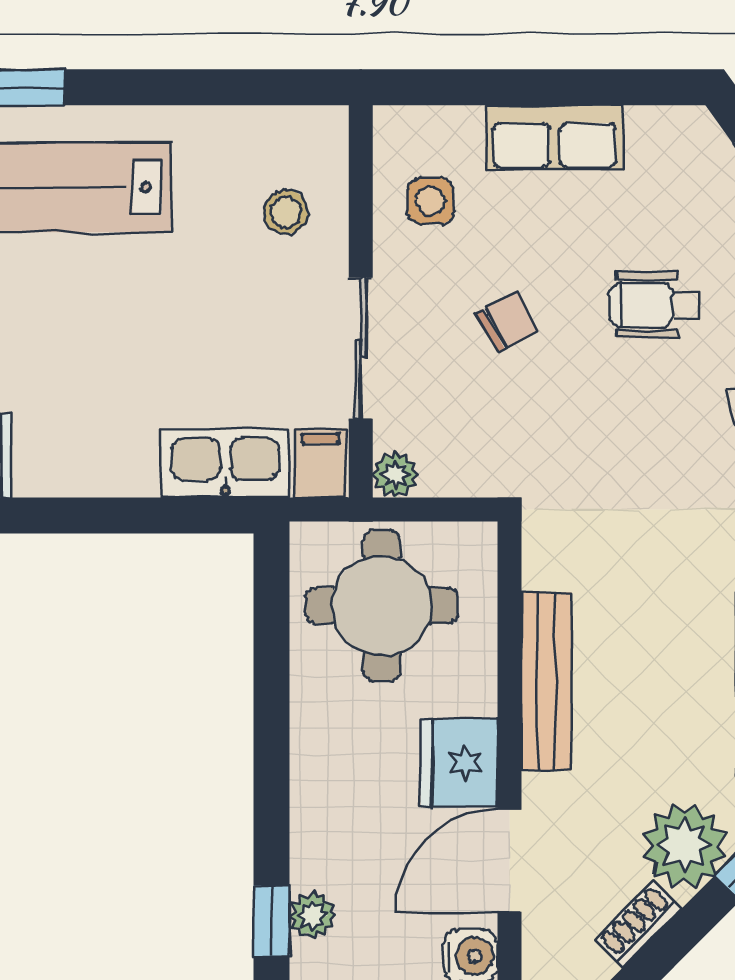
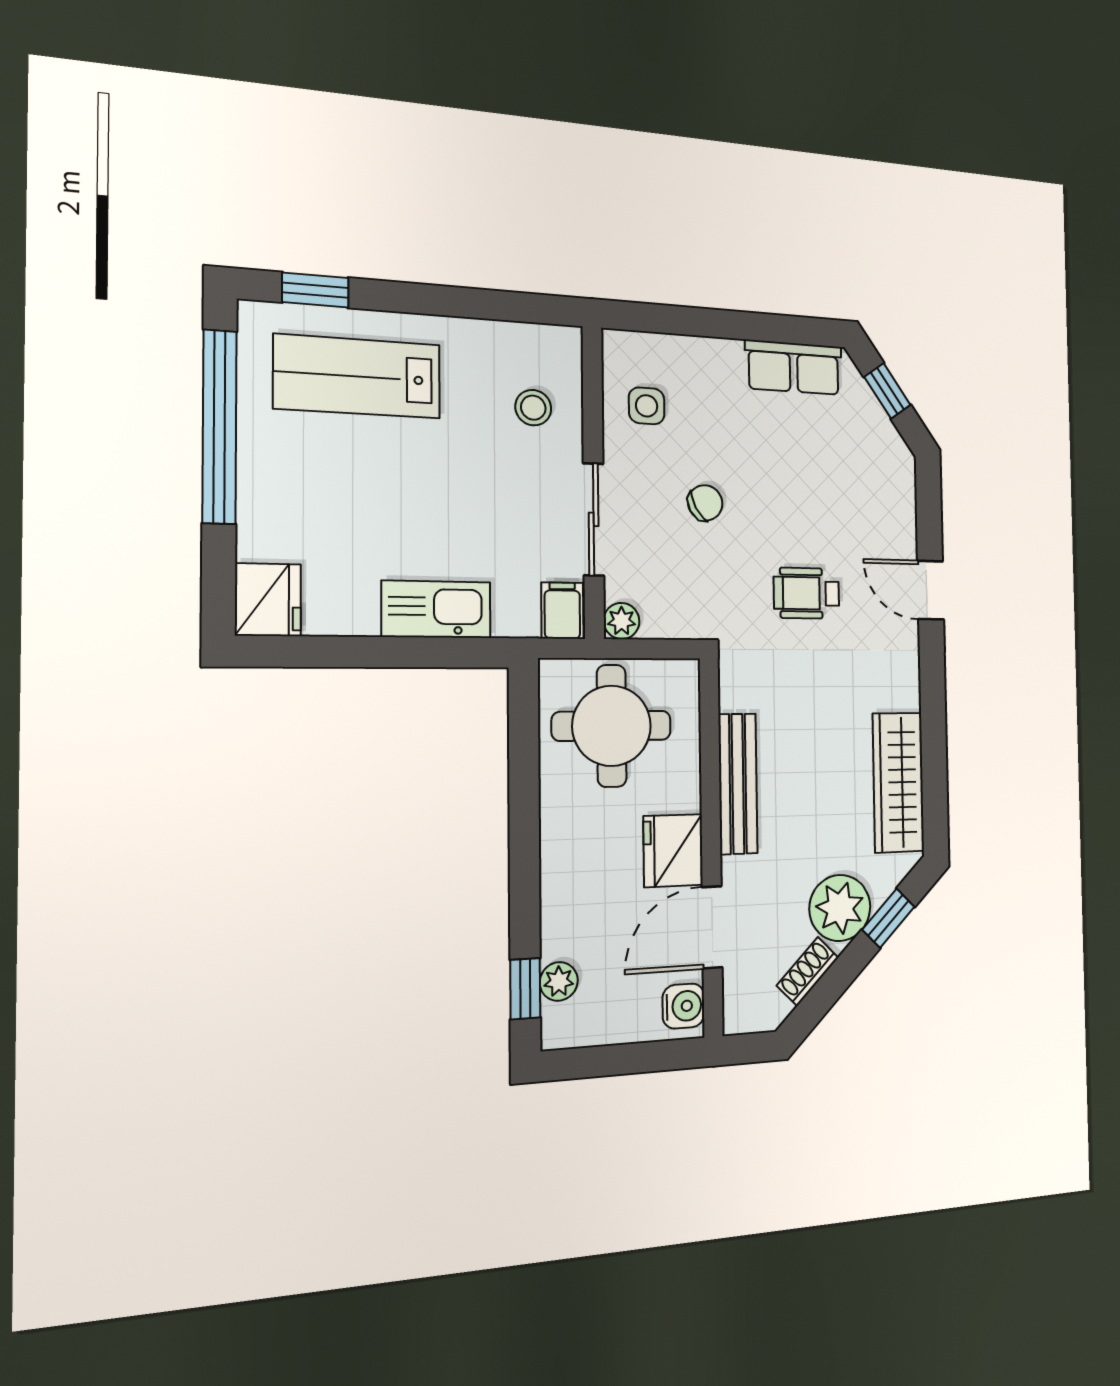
row of seats: (555, 137) -> (794, 367), moved
wheelchair: (655, 305) -> (806, 593), moved
kitchen sink: (225, 464) -> (436, 609), moved

